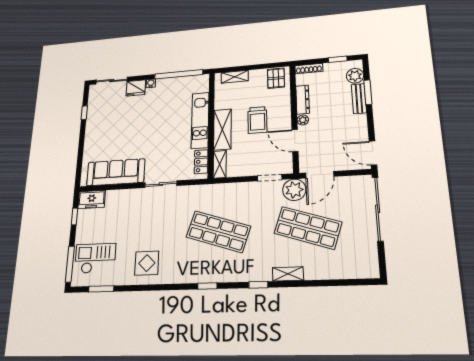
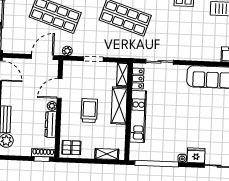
window: (338, 59) -> (42, 159), moved
pallet: (276, 78) -> (71, 148), turned 90
door: (295, 141) -> (60, 88), swing flipped
doorway: (270, 178) -> (93, 59), moved
sliding door: (161, 184) -> (159, 62), moved
plant: (294, 190) -> (67, 51), width x0.53, depth x0.53

